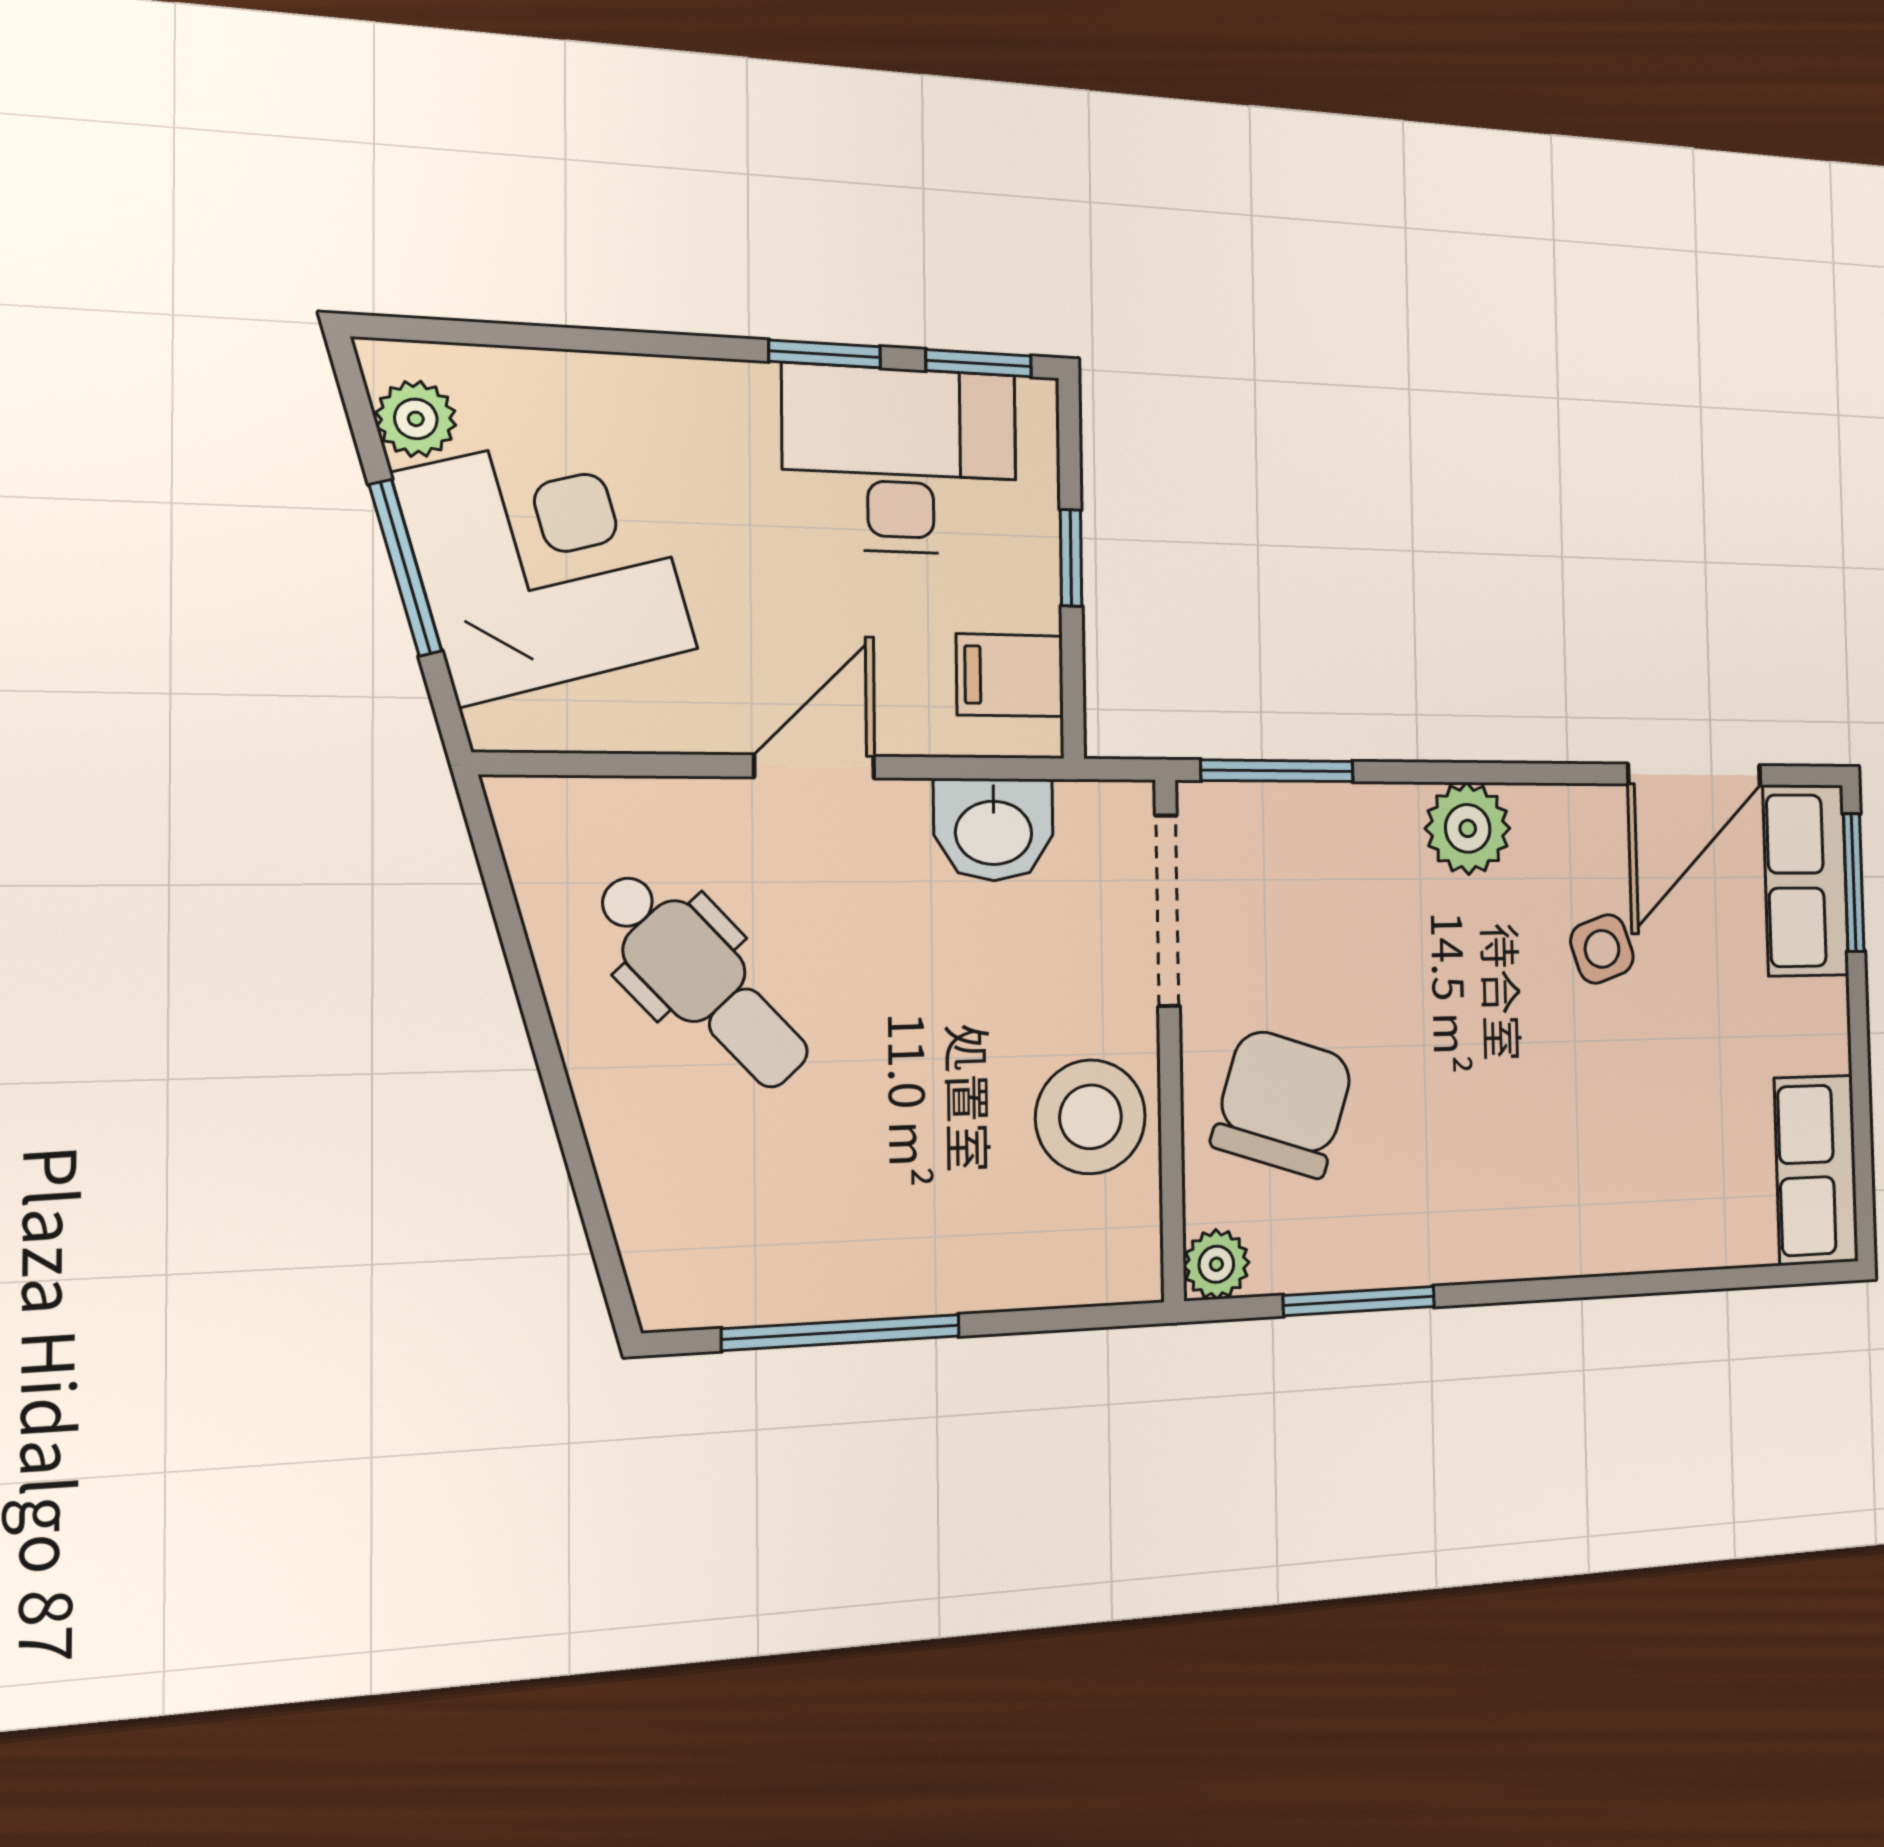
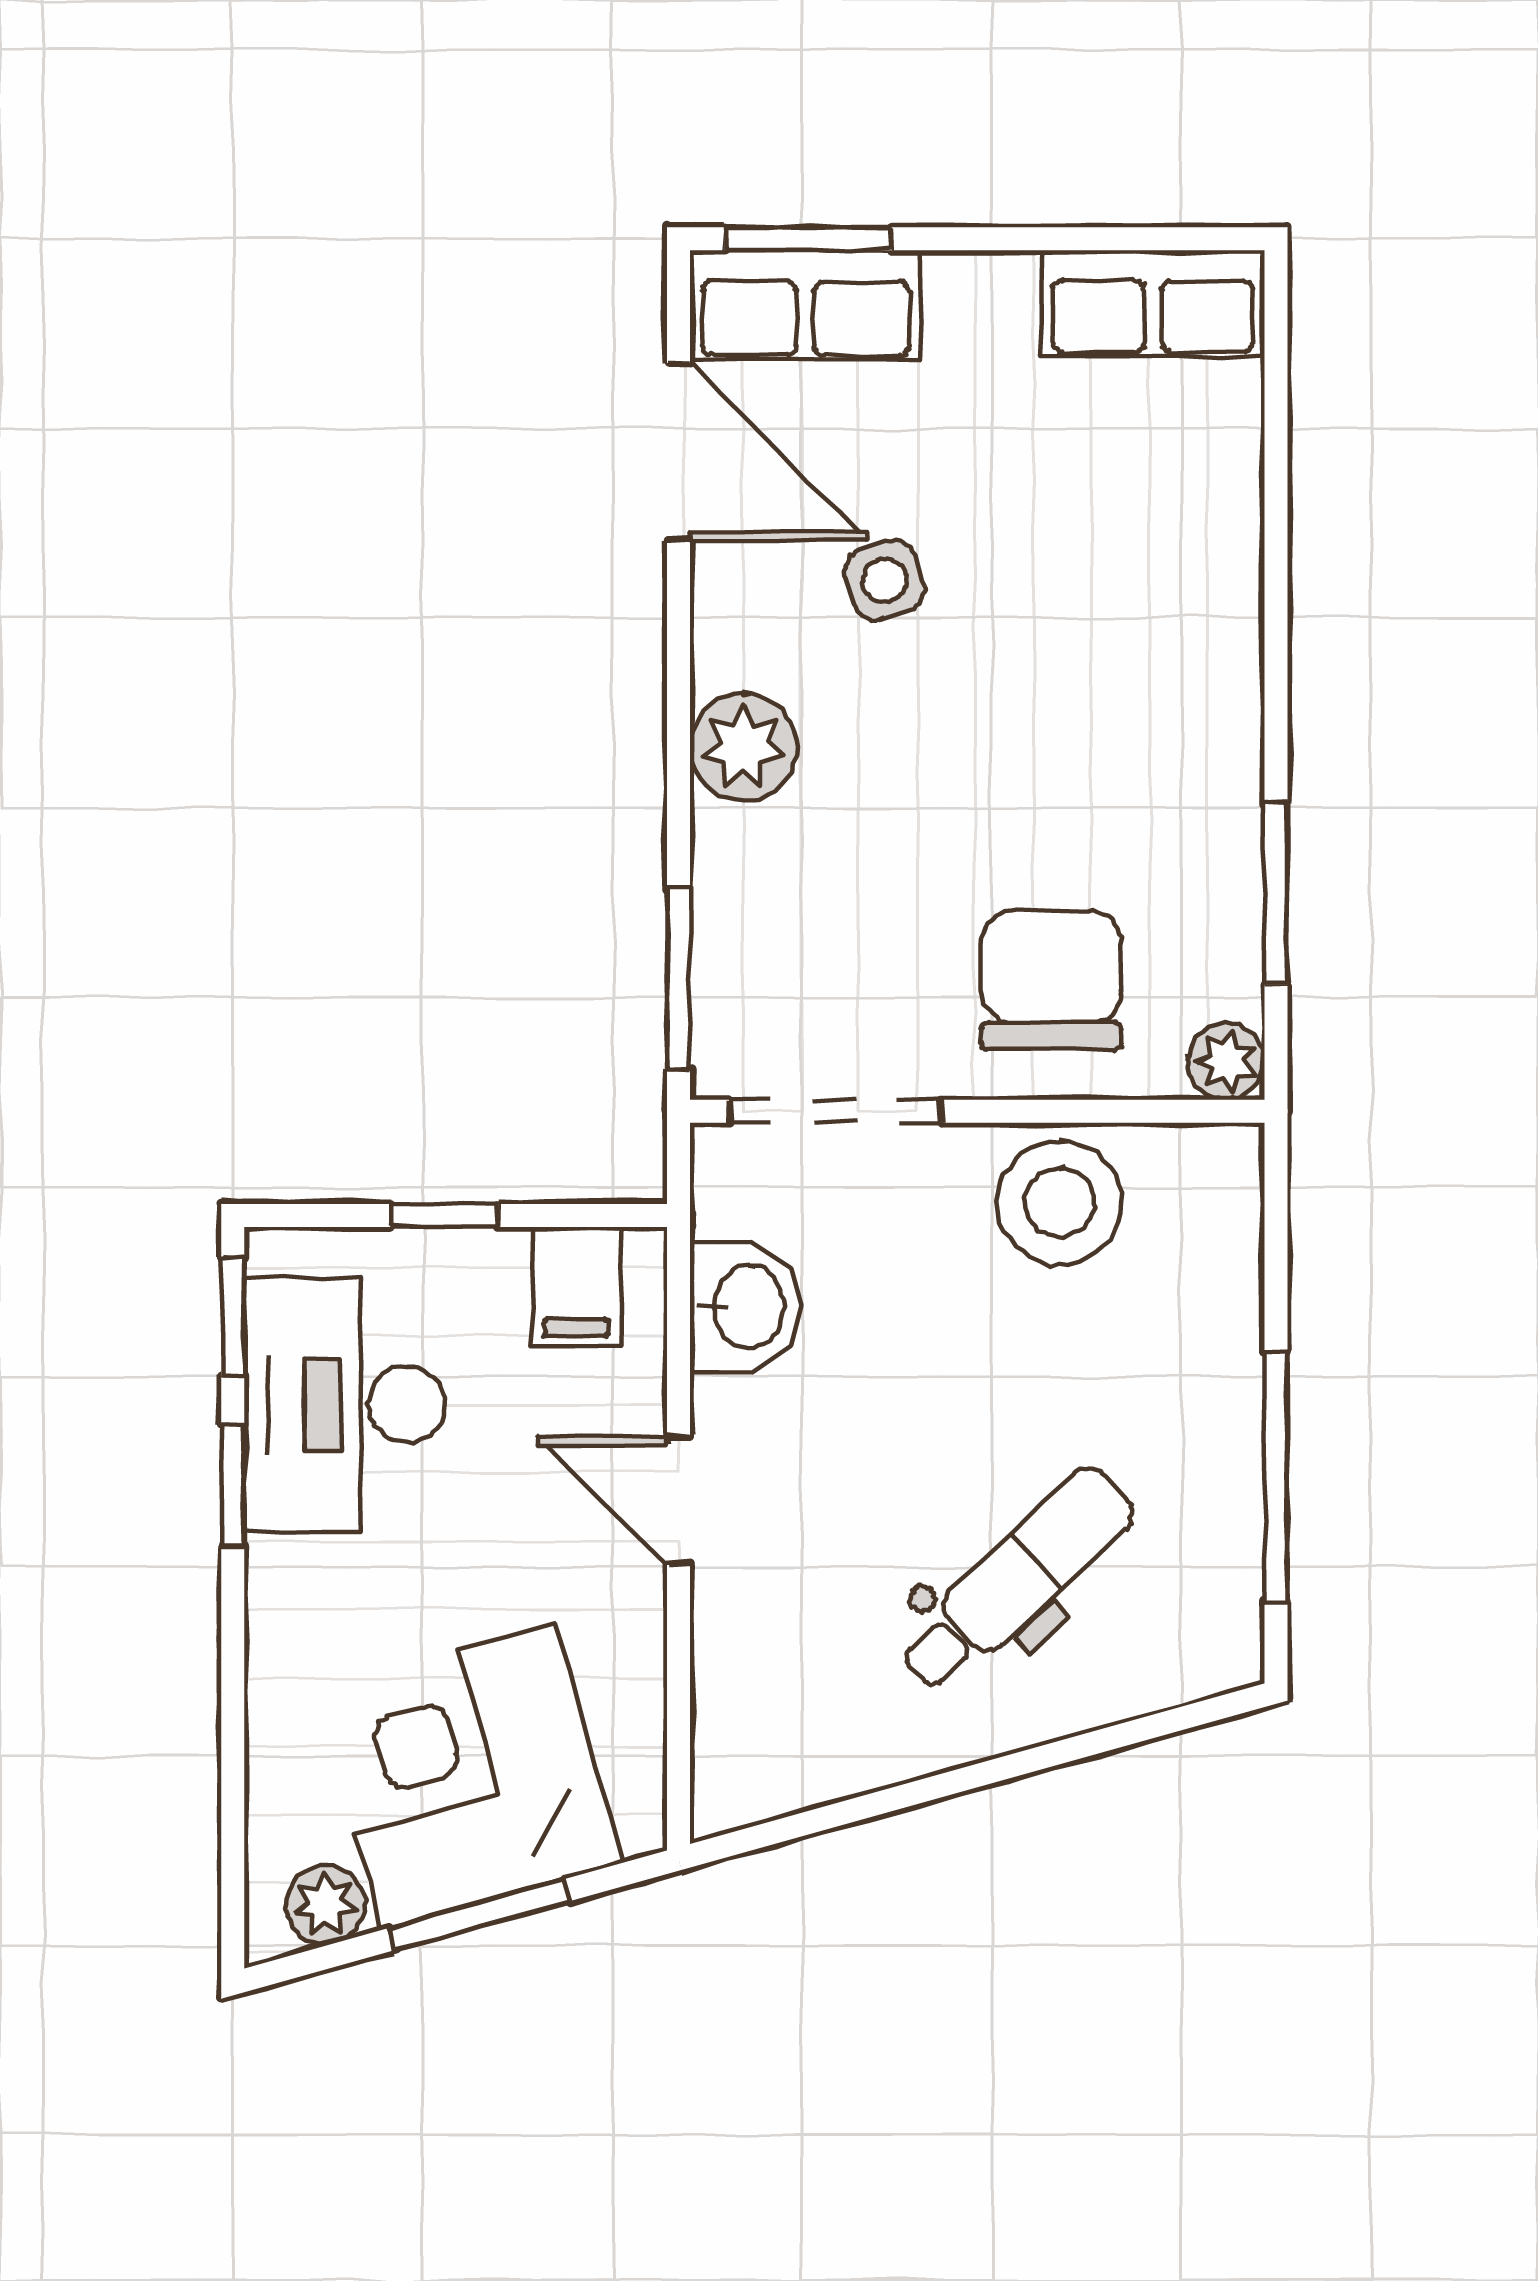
dental chair: (702, 980) -> (1016, 1580), moved
chair: (1283, 1103) -> (1051, 980), turned 72

